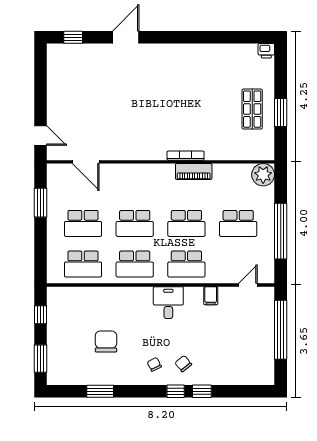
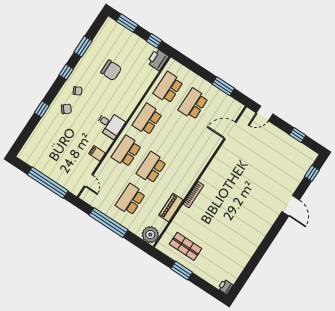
window: (41, 82) -> (298, 135), added
shop shelf: (252, 109) -> (186, 246), moved
piano: (194, 171) -> (171, 208), moved
school desk: (135, 223) -> (172, 136), removed
printer: (59, 297) -> (158, 60), added
window: (176, 391) -> (66, 72), moved

